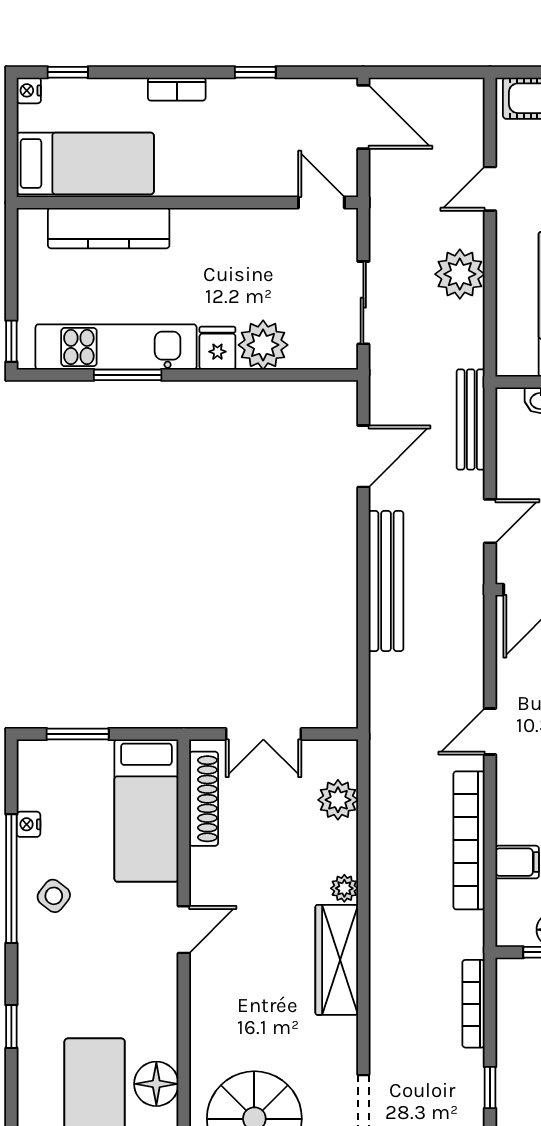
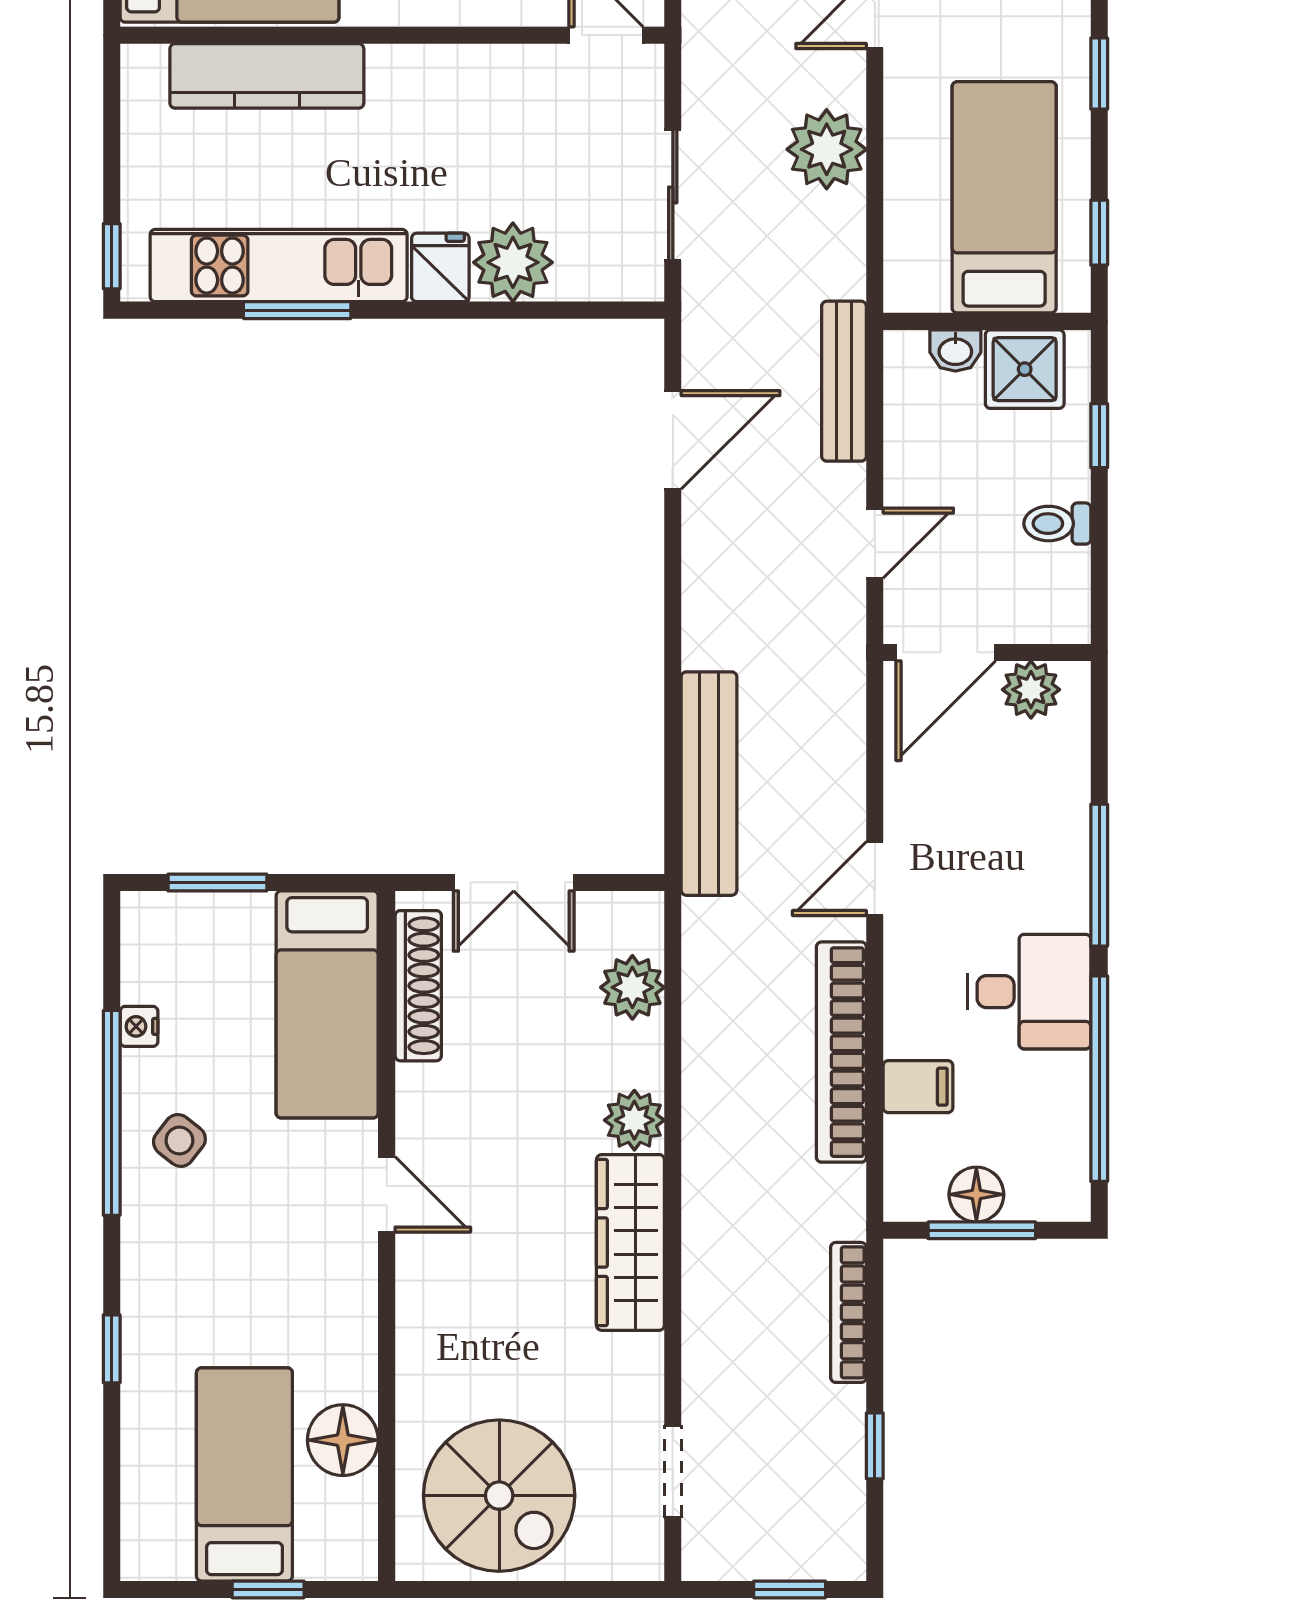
bench: (386, 581) -> (709, 784), moved
plant: (344, 888) -> (634, 1120), width x1.38, depth x1.38
door: (184, 930) -> (387, 1194), hinge flipped

